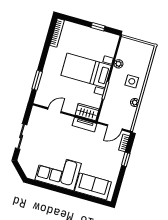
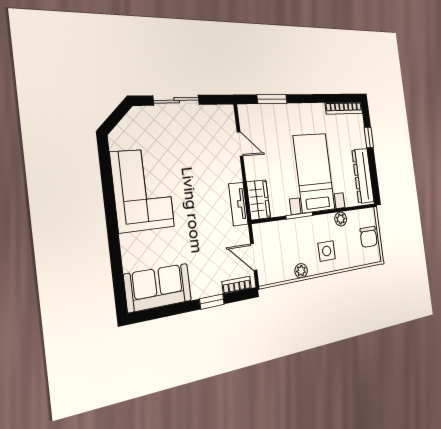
window: (98, 27) -> (369, 137), moved
dresser: (101, 37) -> (363, 176), added
chair: (137, 49) -> (369, 237), added
sofa: (93, 186) -> (158, 288), moved, turned -90

